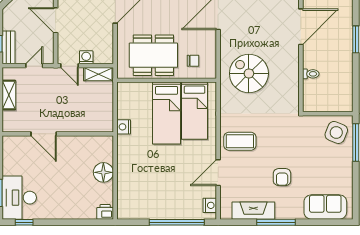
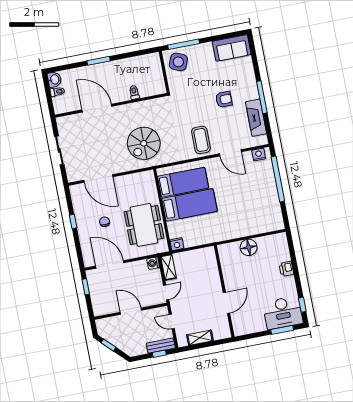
door: (56, 20) -> (131, 311), swing flipped
washing machine: (86, 57) -> (153, 263), moved
chair: (193, 61) -> (105, 222), moved
nightstand: (124, 127) -> (177, 244), moved
sofa: (325, 207) -> (232, 48), moved, turned -90
printer: (105, 212) -> (286, 269), moved

